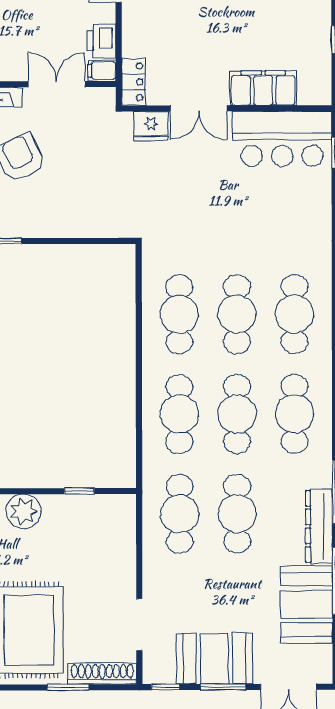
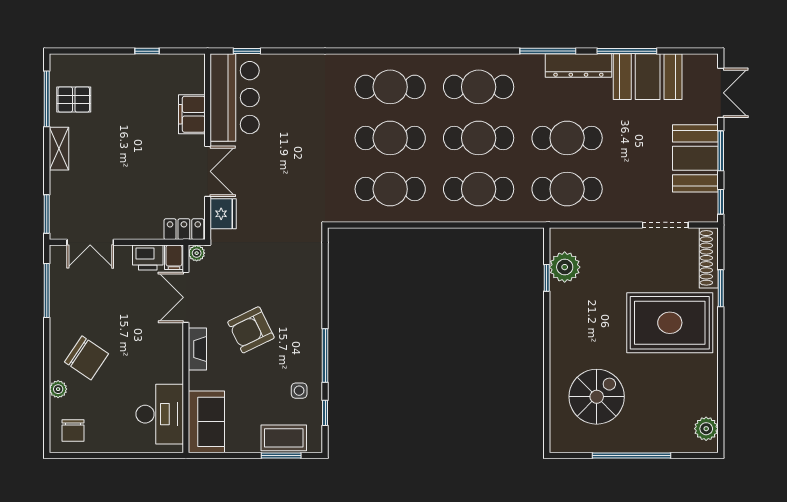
filing cabinet: (263, 88) -> (192, 114), width x0.67, depth x0.86
plant: (107, 96) -> (197, 253), added
plant: (24, 511) -> (565, 267), moved

